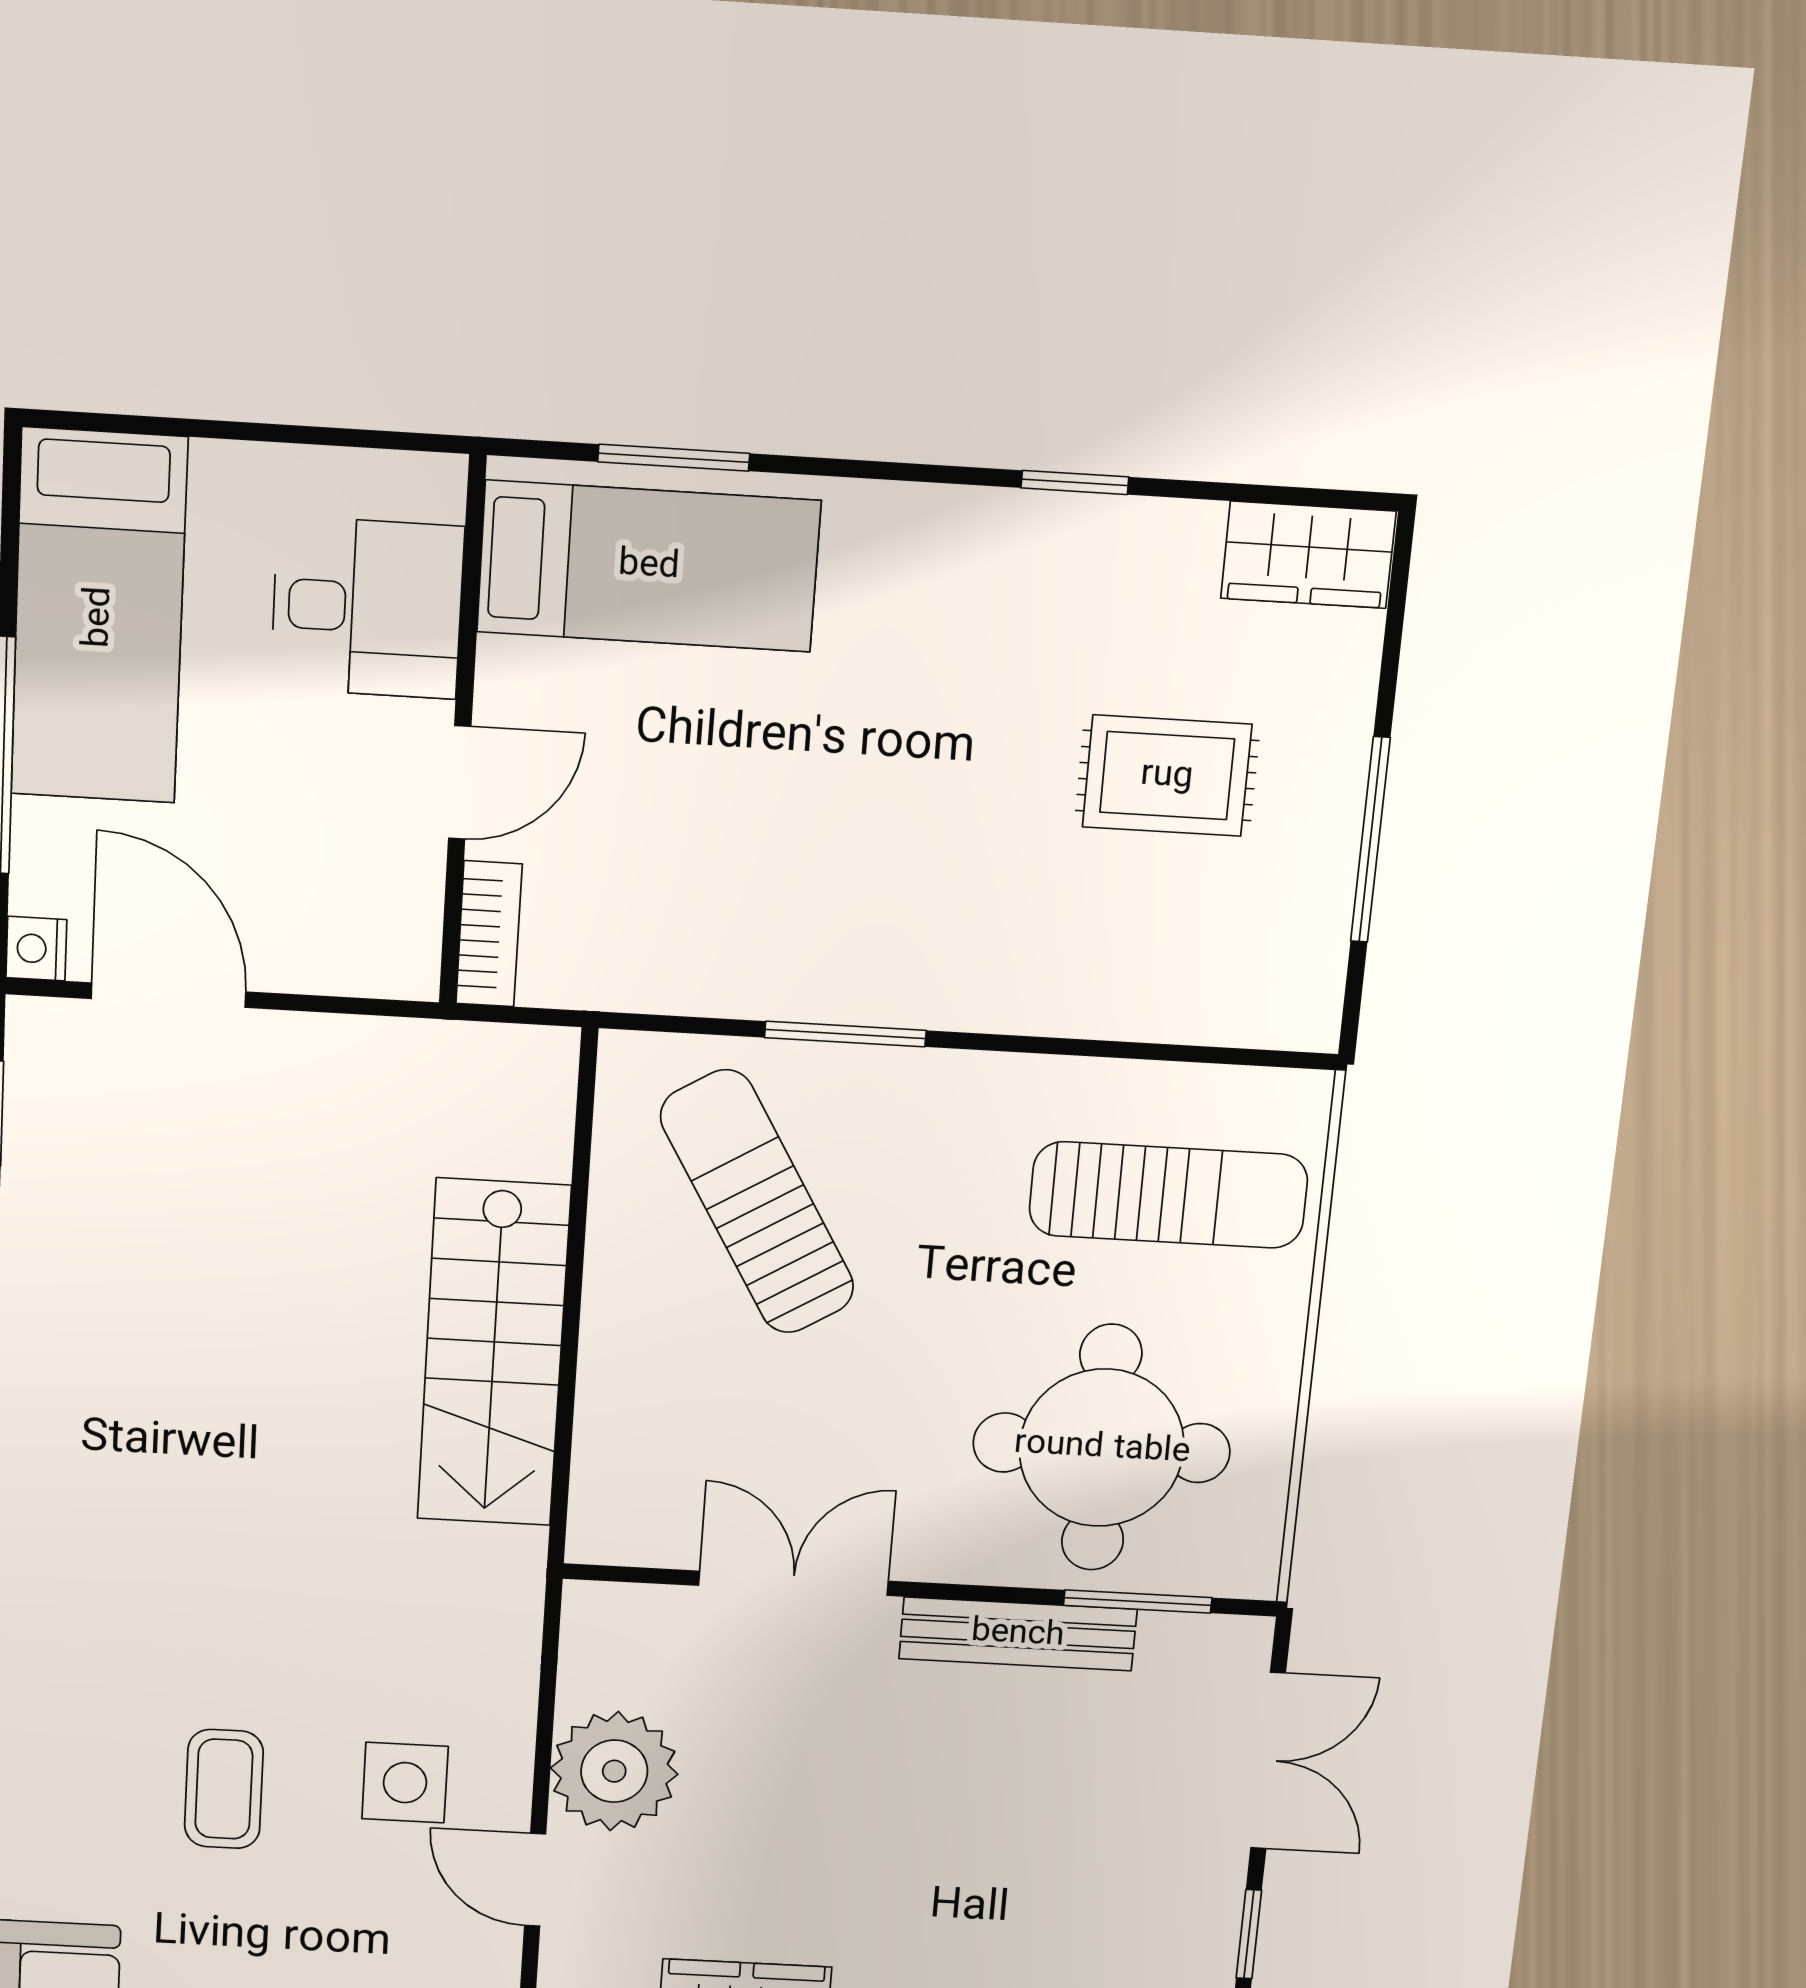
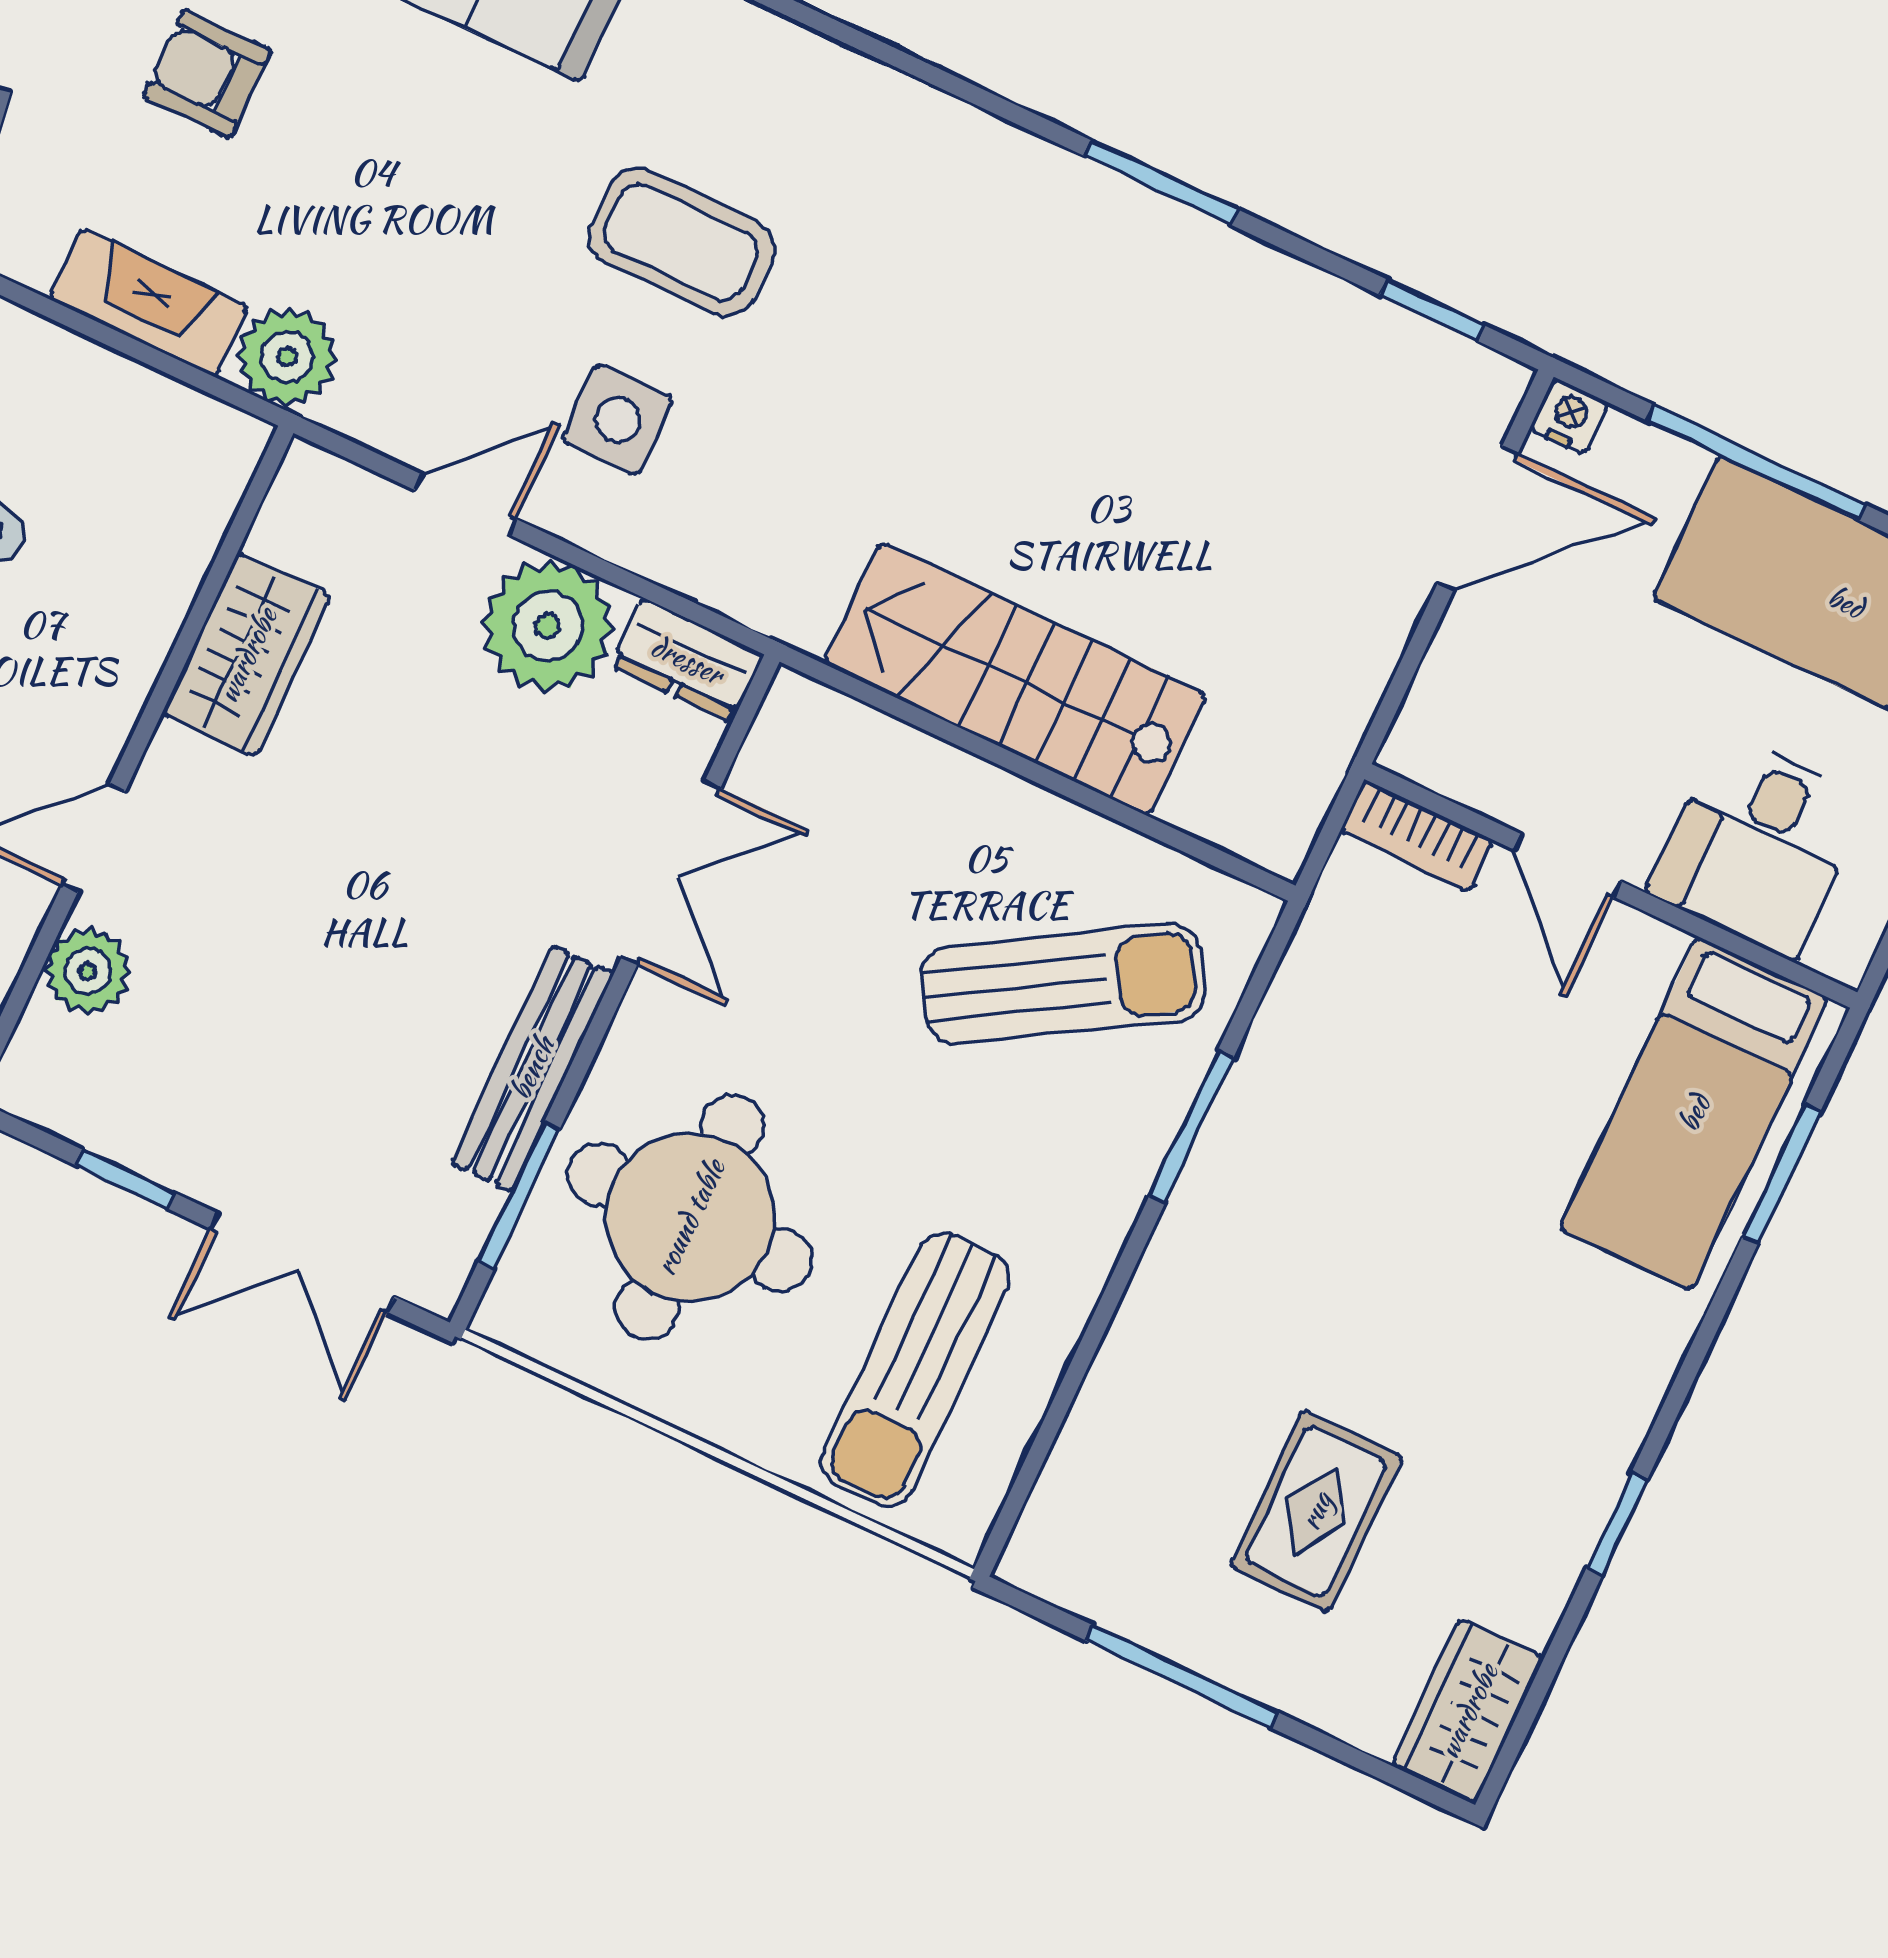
dresser: (595, 1643) -> (687, 660), added
coffee table: (224, 1789) -> (682, 242), width x1.36, depth x1.30

